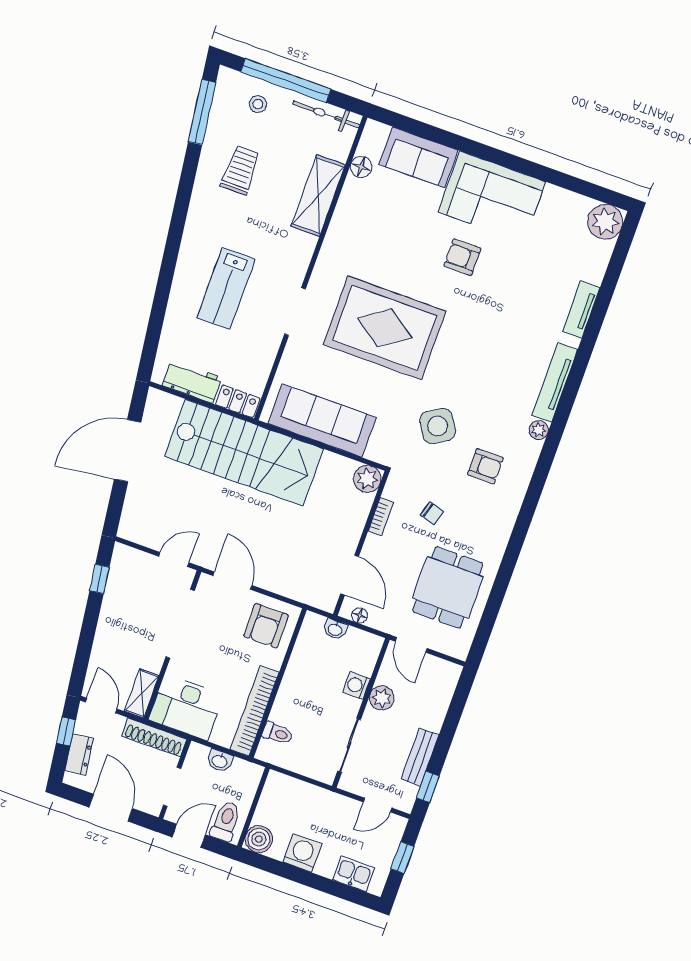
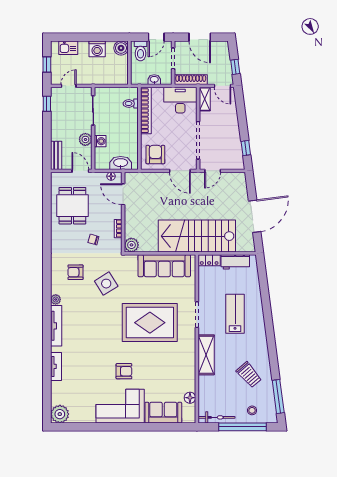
trolley: (240, 170) -> (249, 375), turned -41
shelving: (318, 196) -> (206, 355), moved
washbasin: (335, 629) -> (121, 163), width x1.91, depth x1.45
dresser: (79, 754) -> (225, 58), removed
bench: (420, 757) -> (56, 155), moved

